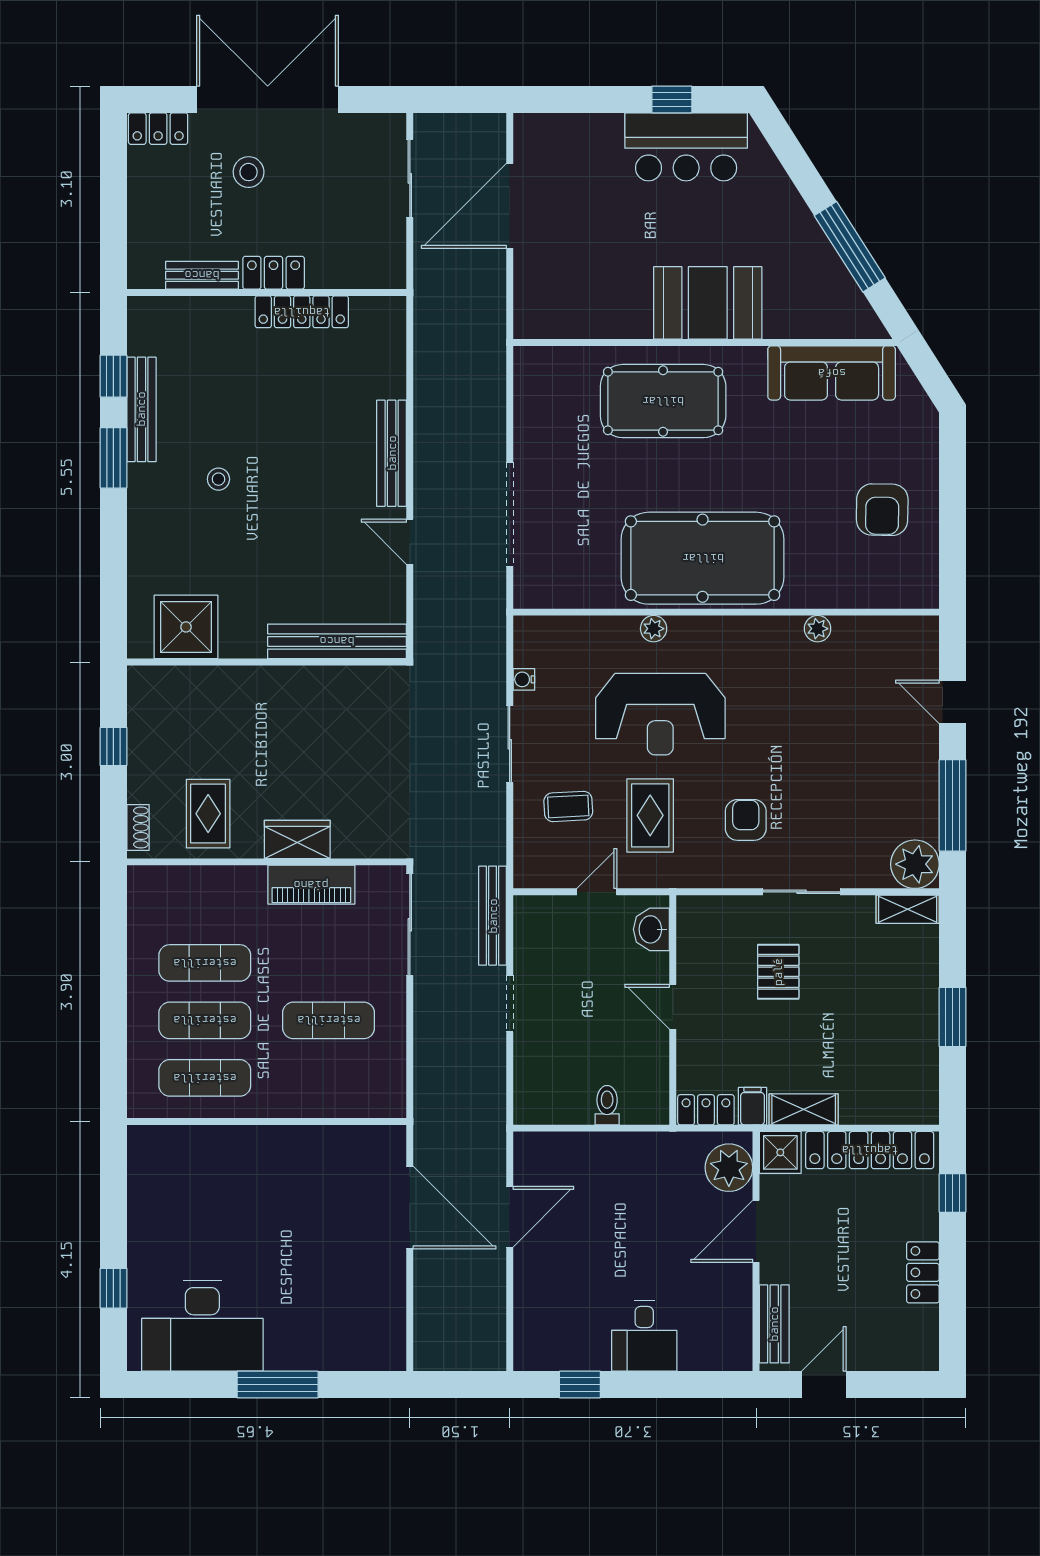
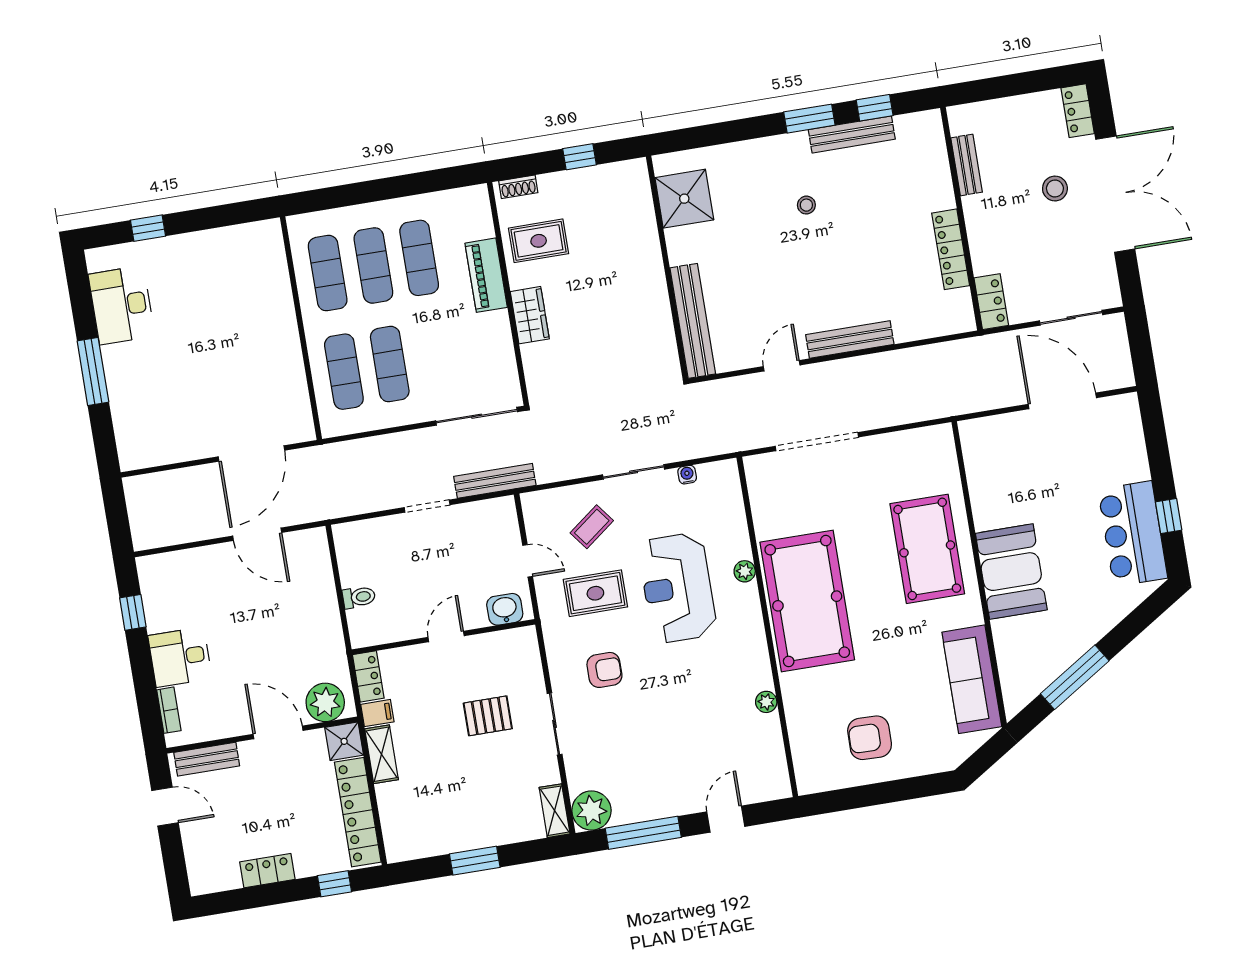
locker: (274, 273) -> (991, 302), moved
coffee table: (568, 806) -> (592, 527), turned 56
piano: (311, 885) -> (486, 275), moved
exercise mat: (329, 1078) -> (344, 372), added
desk: (202, 1326) -> (122, 305), width x0.73, depth x0.77
bookcase: (707, 1360) -> (169, 710), added

